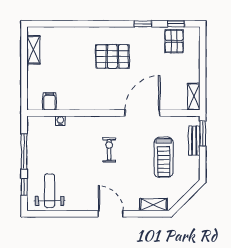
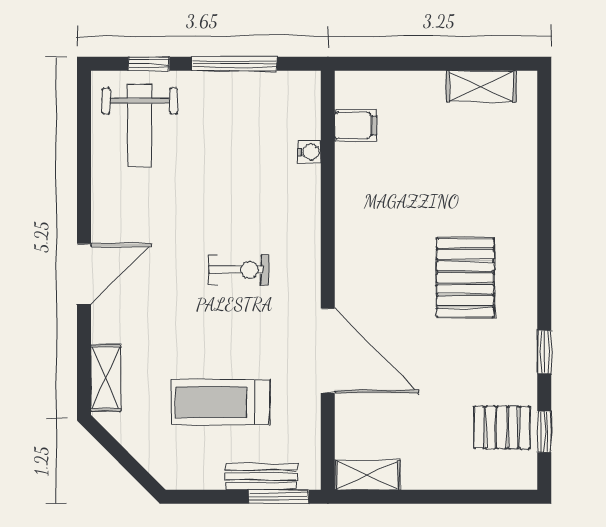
weight bench: (50, 191) -> (140, 126), turned 90

